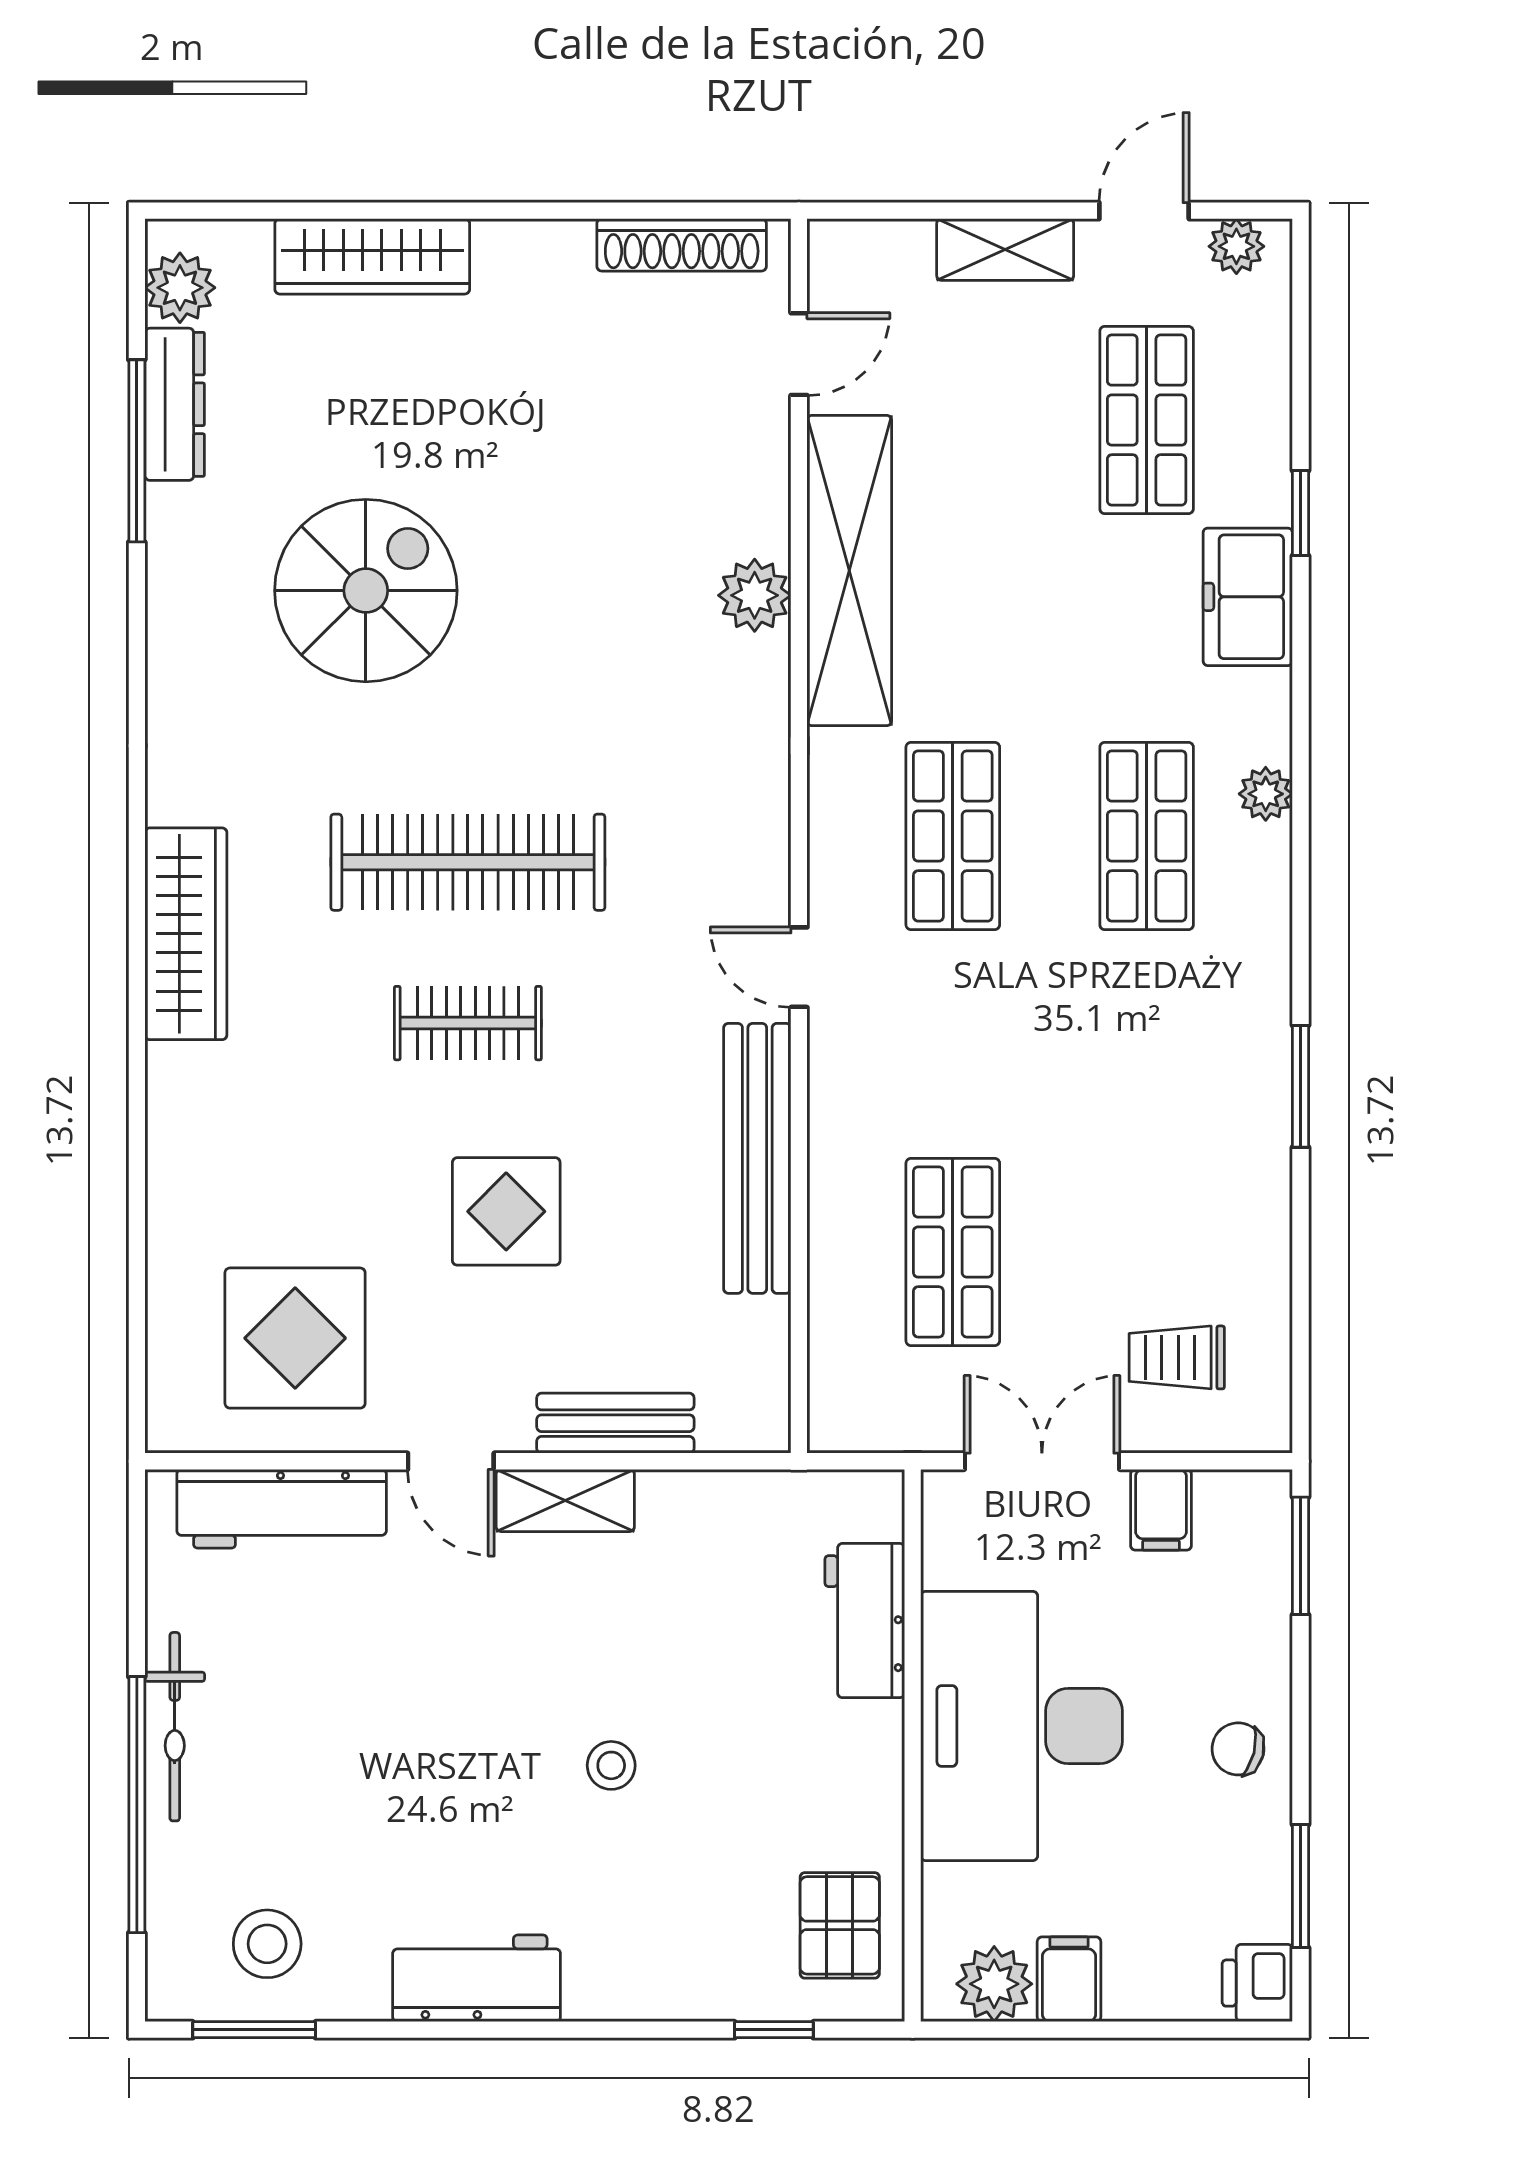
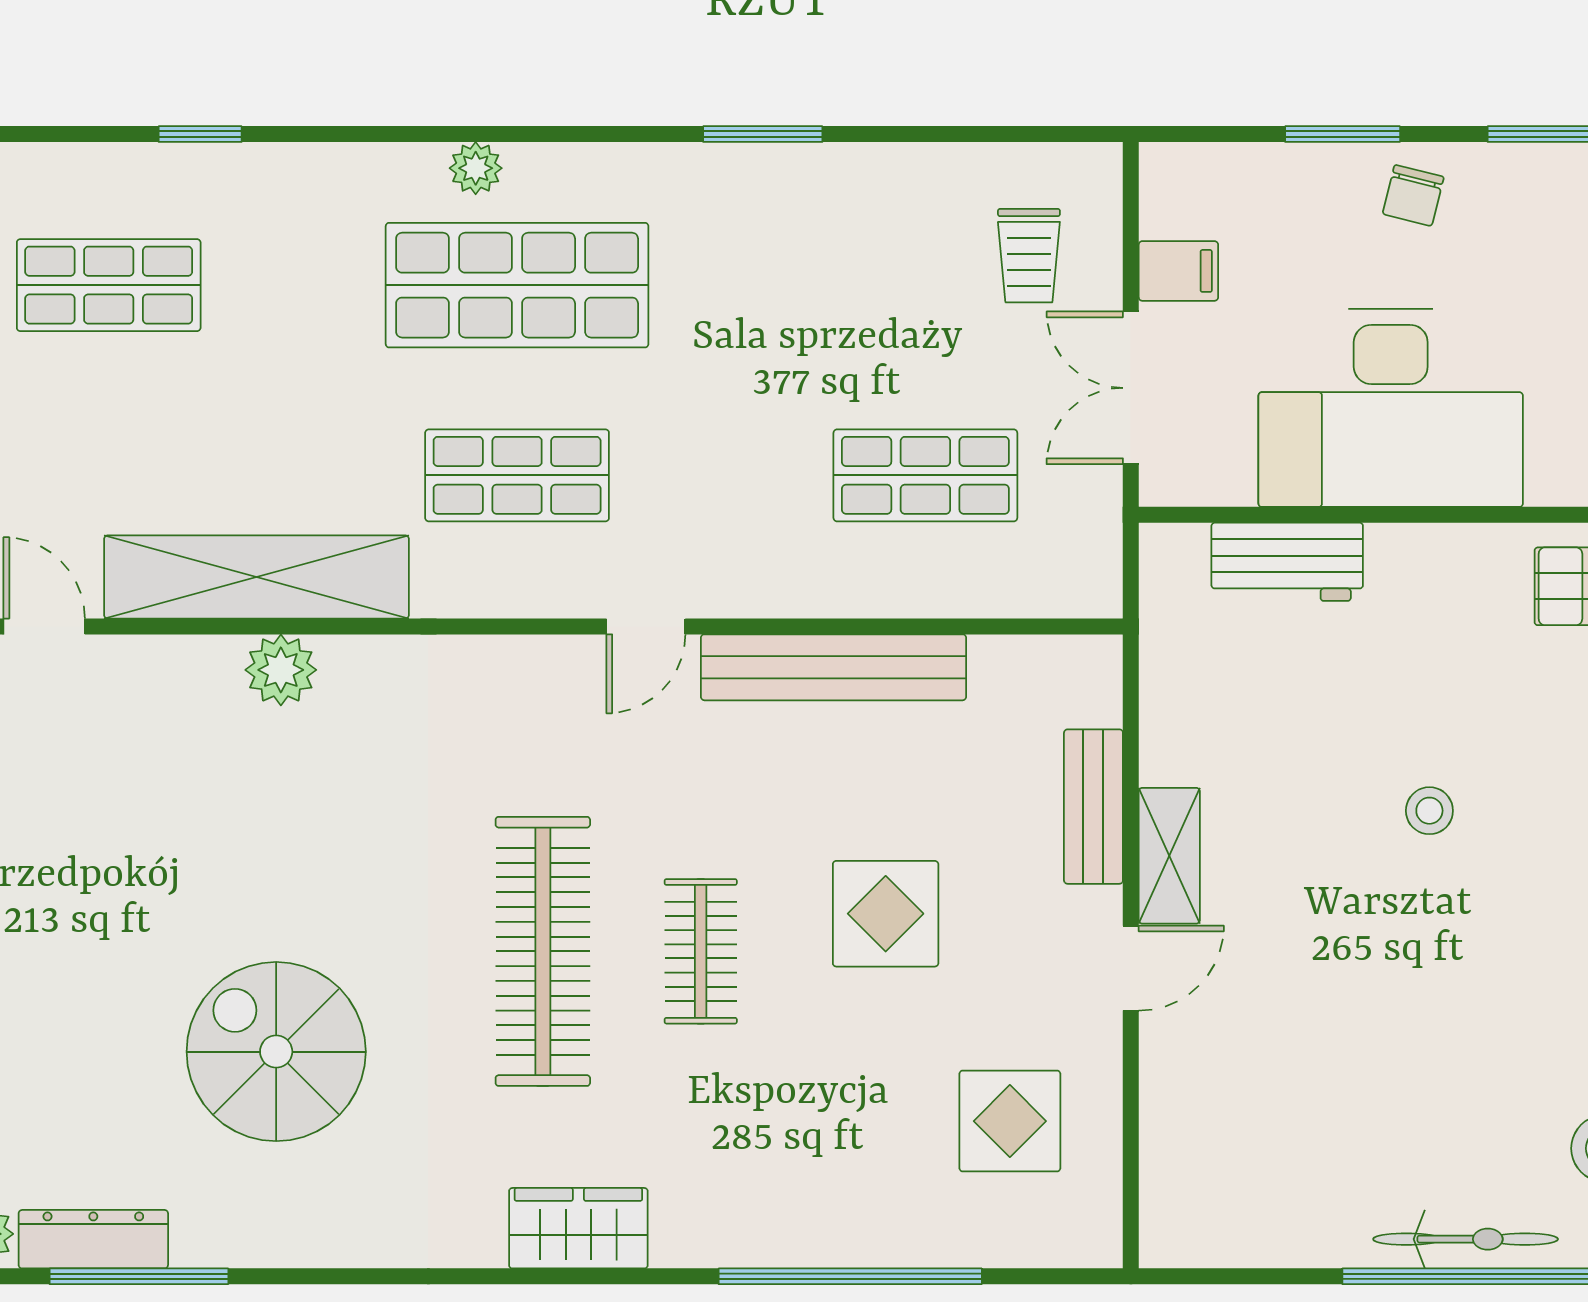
freezer: (1248, 597) -> (282, 186), removed
shop shelf: (1147, 836) -> (517, 285), width x1.43, depth x1.36
wardrobe: (186, 934) -> (578, 1228), width x0.67
window: (137, 1175) -> (850, 1276), added
display table: (295, 1338) -> (1010, 1121), width x0.73, depth x0.73
workbench: (282, 1509) -> (1177, 1134), removed
window: (1300, 1556) -> (1343, 134), moved
bicycle: (175, 1727) -> (1466, 1239), moved

